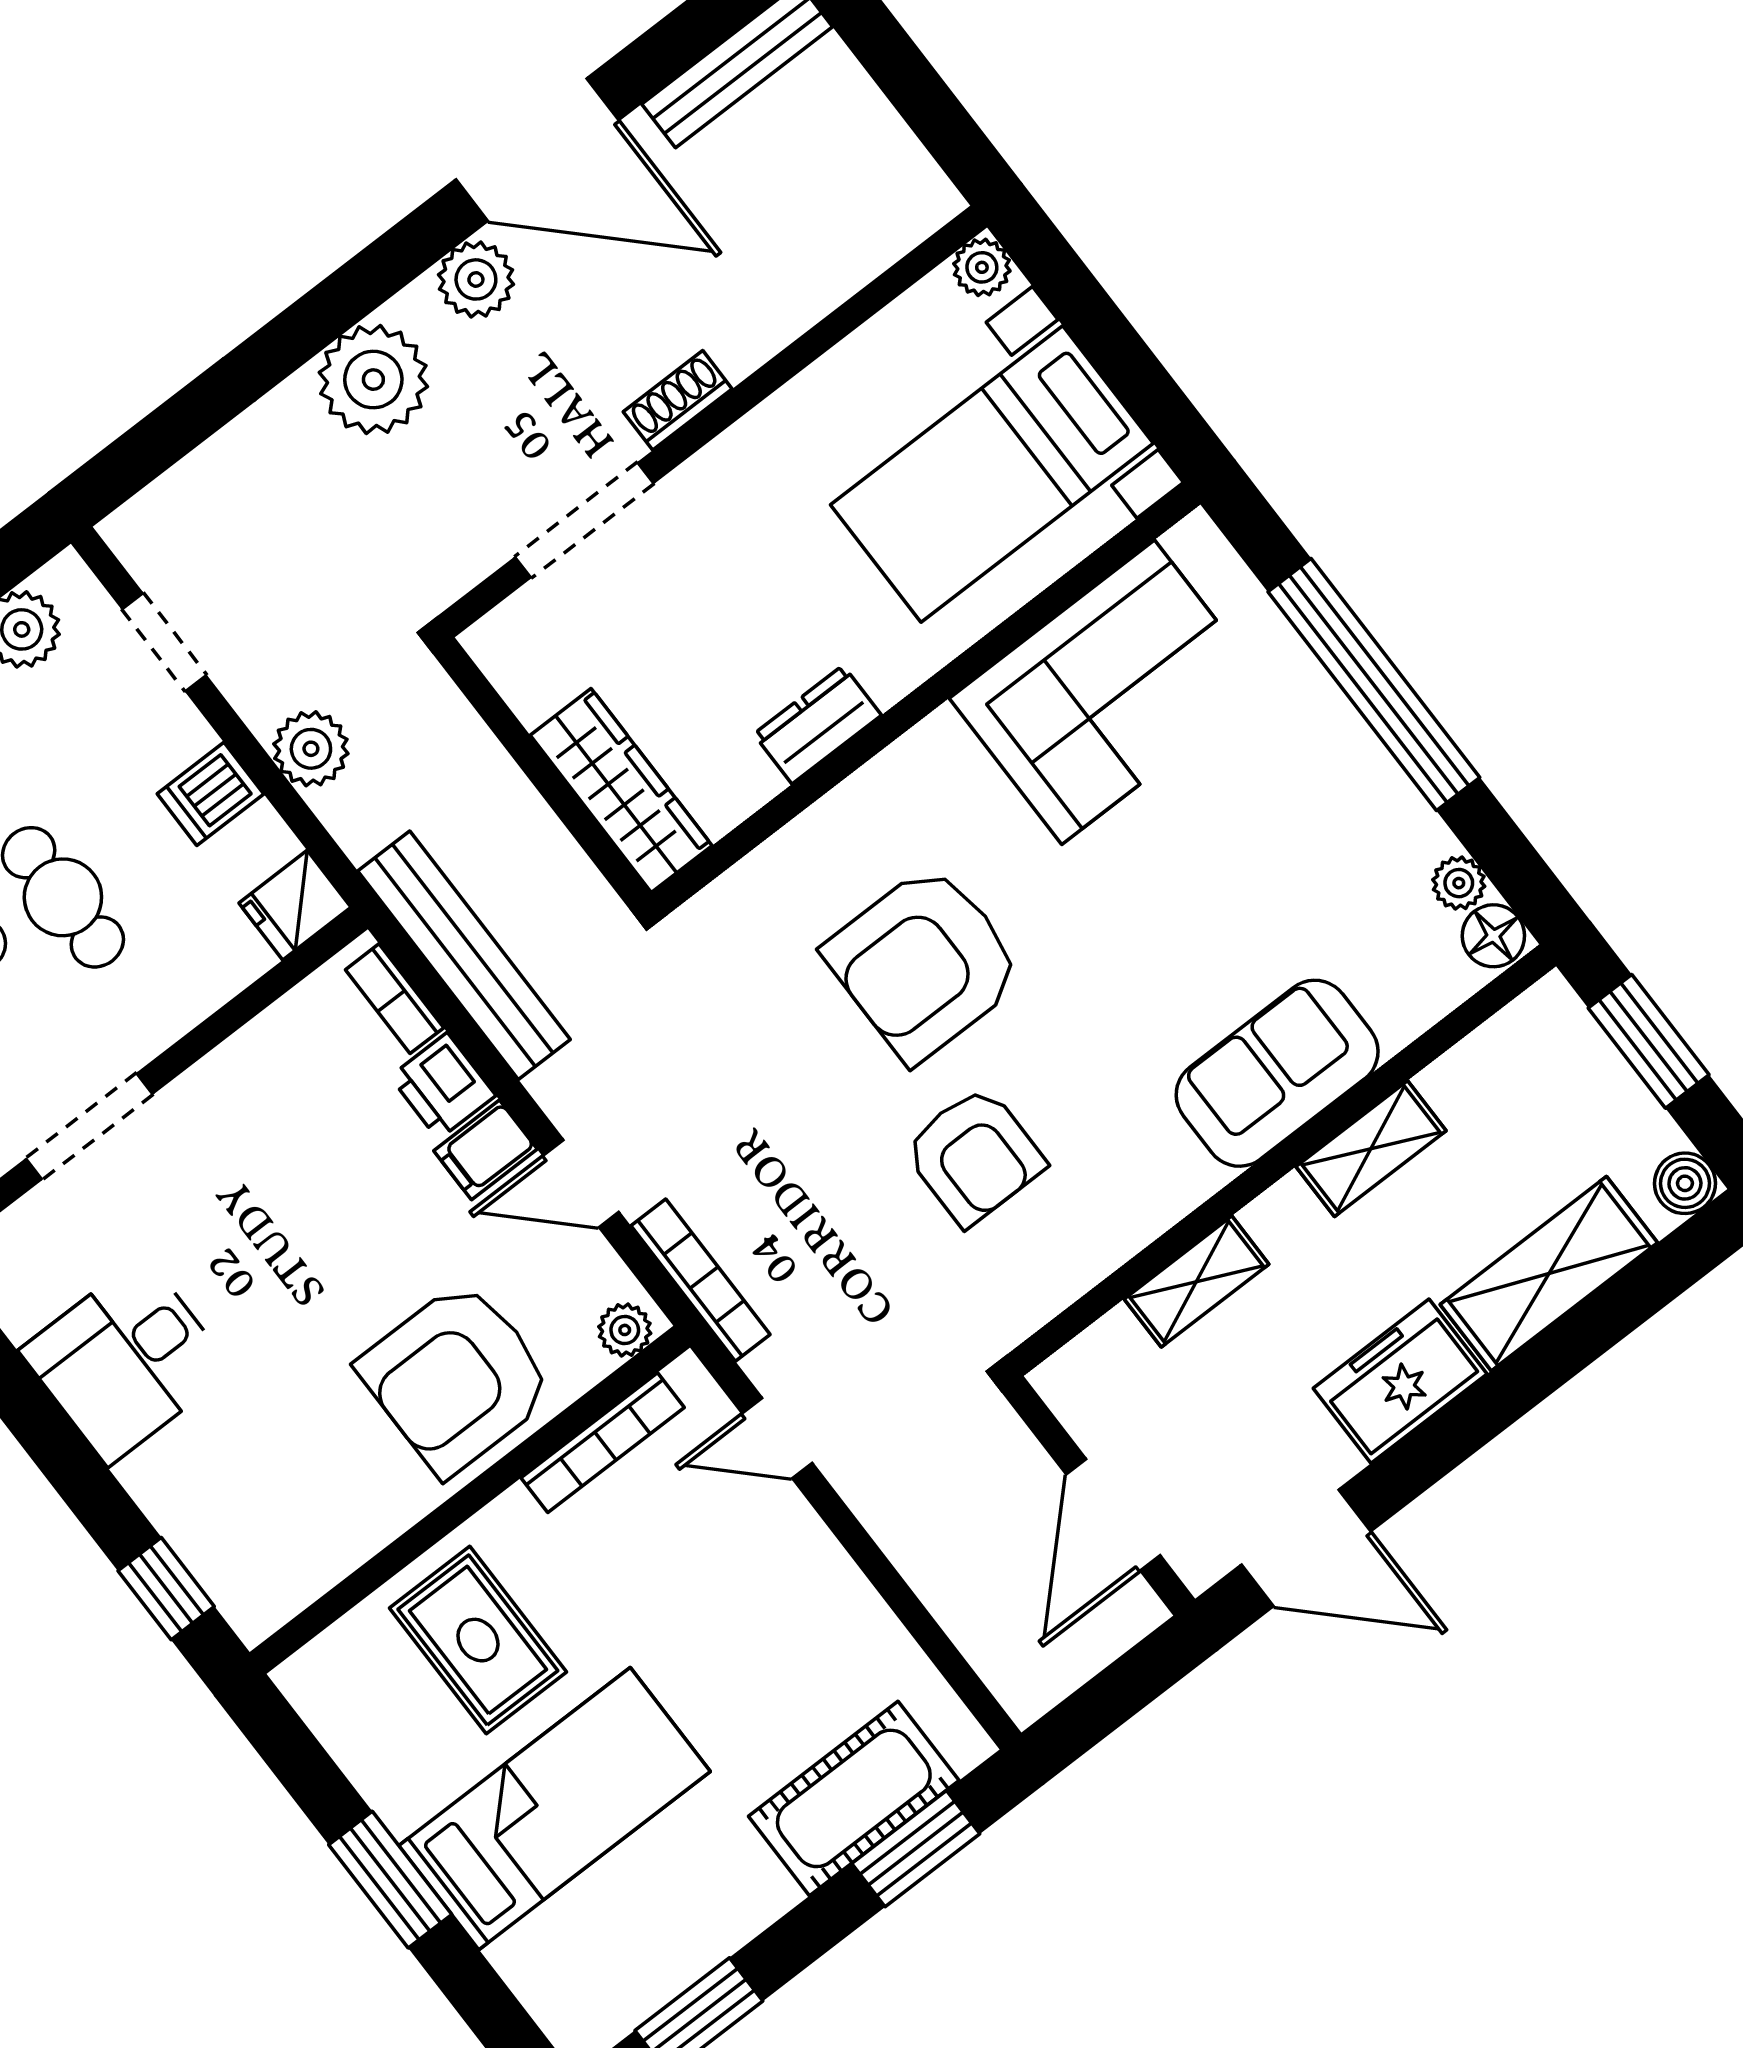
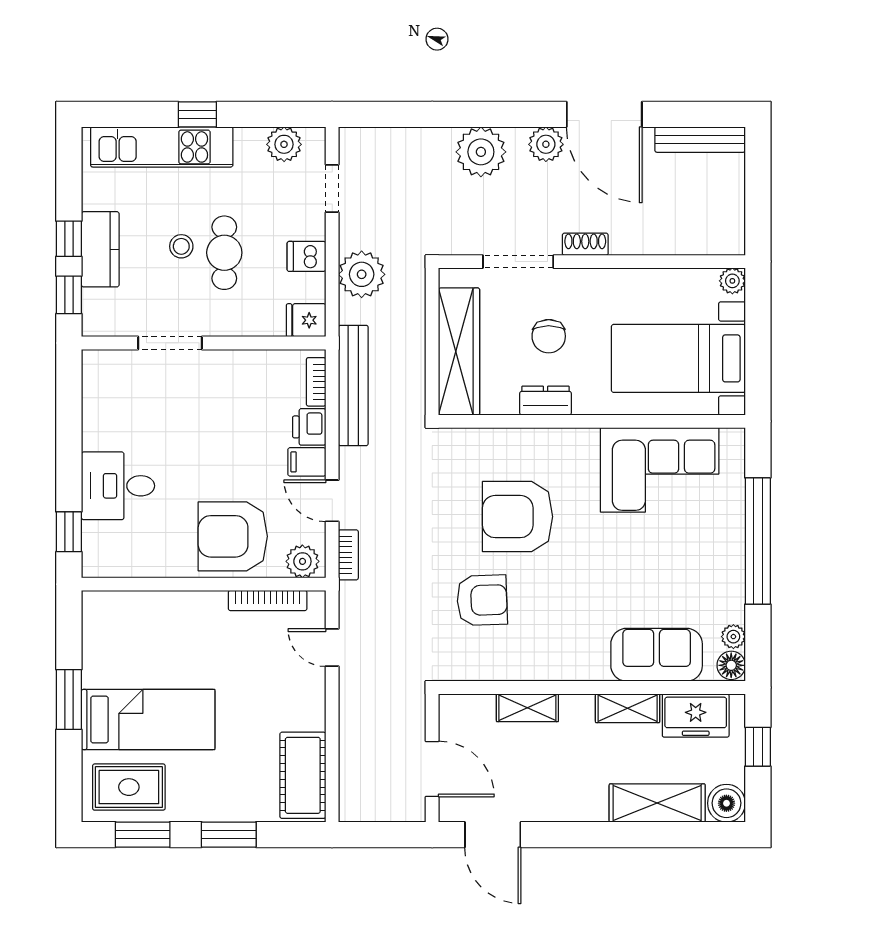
chair: (737, 609) -> (549, 336), added
plant: (311, 749) -> (362, 274), width x1.36, depth x1.36
wardrobe: (621, 790) -> (459, 351), width x1.40, depth x1.17
window: (1649, 1041) -> (758, 747), width x0.67
sofa: (1277, 1073) -> (657, 655), moved
armchair: (974, 1156) -> (482, 600), turned -92
boiler: (1685, 1183) -> (726, 803), width x1.36, depth x1.36
bookcase: (700, 1280) -> (348, 555), width x0.64
plant: (625, 1330) -> (302, 561), width x1.38, depth x1.38
desk: (126, 1360) -> (118, 486), moved
freezer: (1400, 1381) -> (696, 715), moved, turned 180
door: (1113, 1515) -> (432, 769), swing flipped
rug: (478, 1640) -> (129, 787), moved, turned 90
cot: (854, 1798) -> (303, 775), moved, turned 90
window: (916, 1849) -> (229, 835), moved

